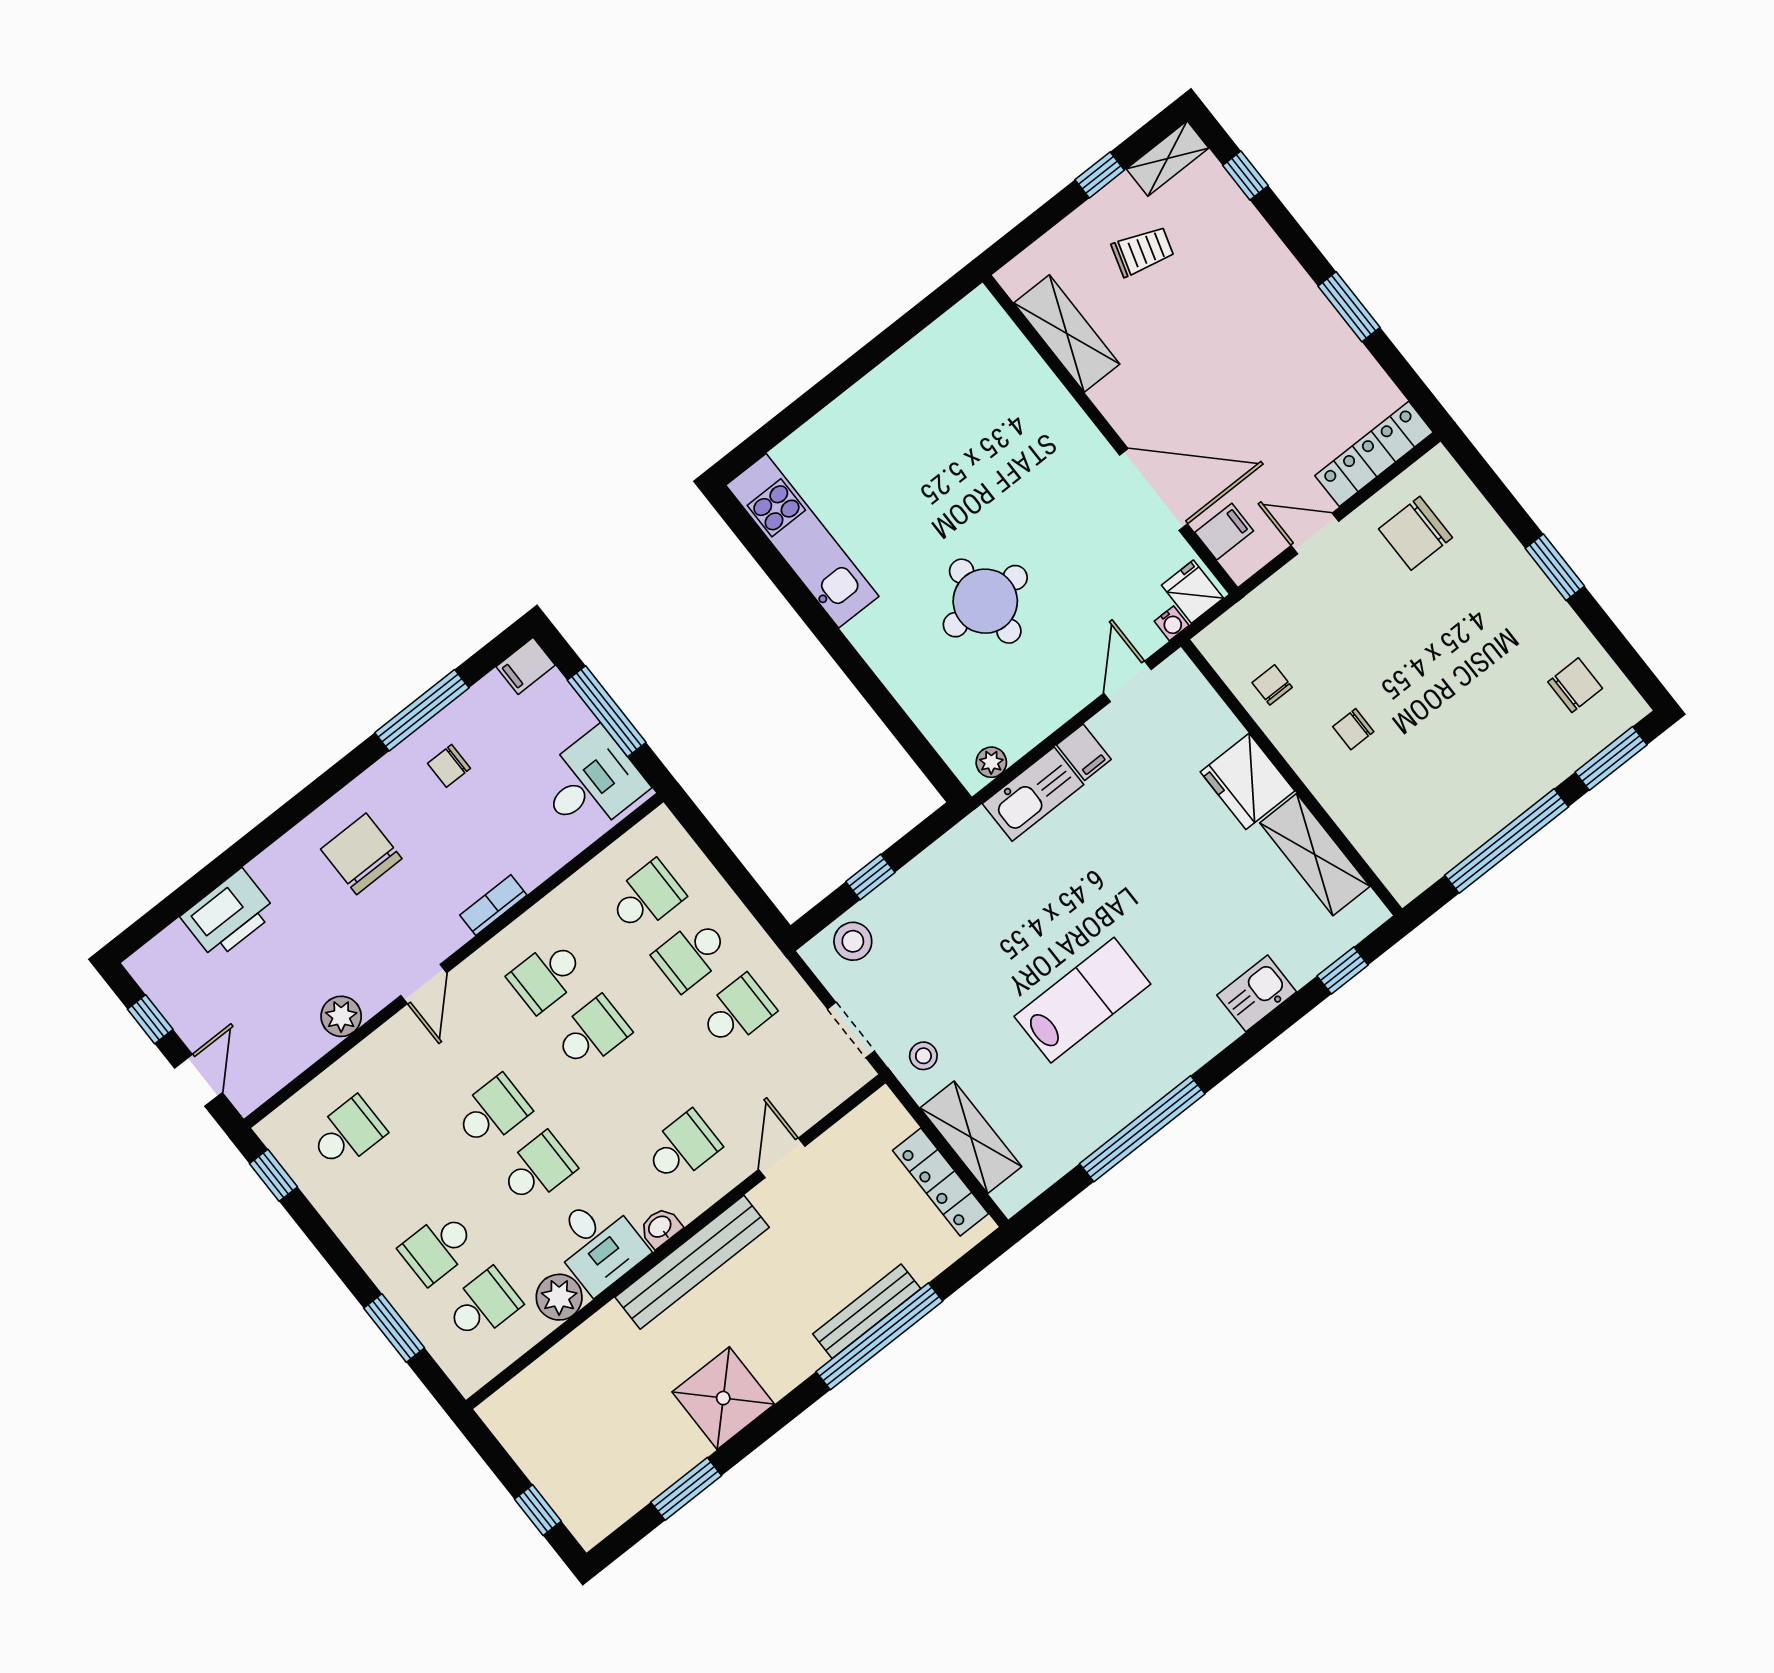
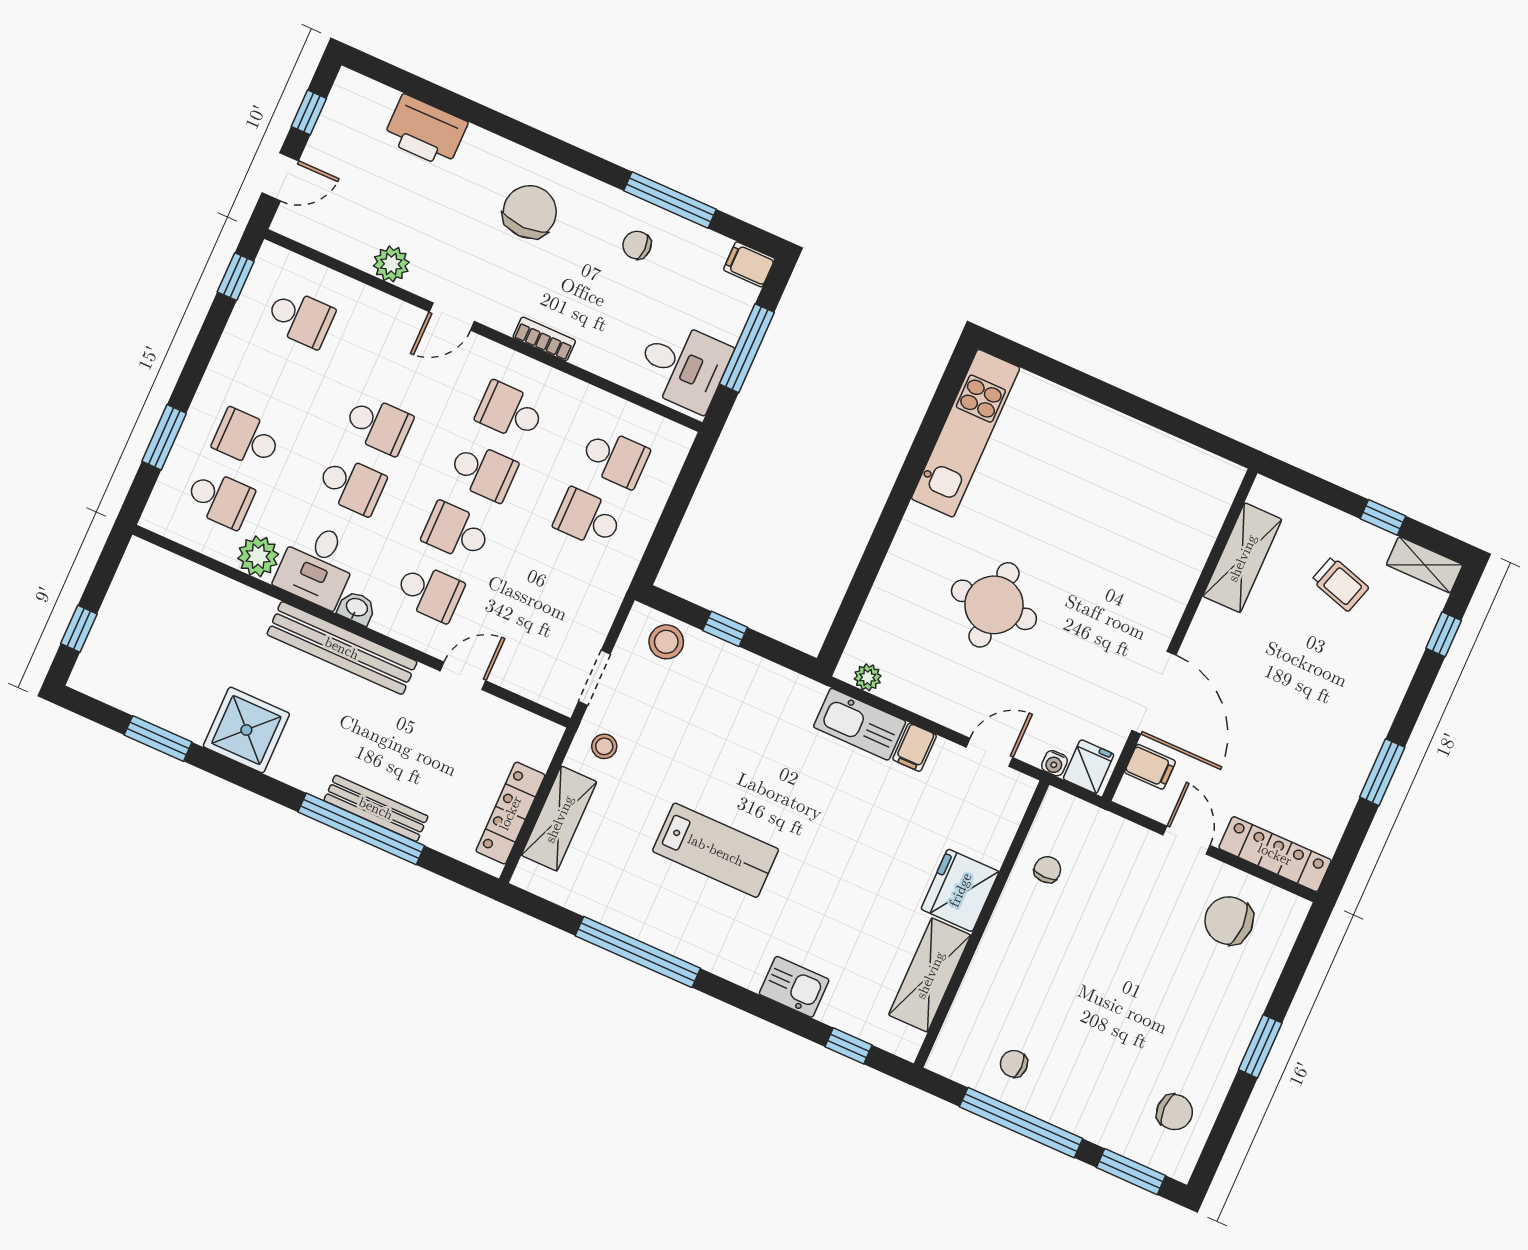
chair: (1353, 729) -> (1014, 1064), moved
school desk: (737, 1012) -> (456, 532), moved, turned 180

